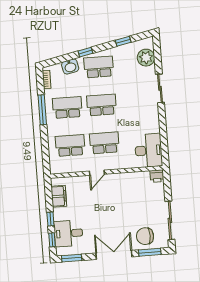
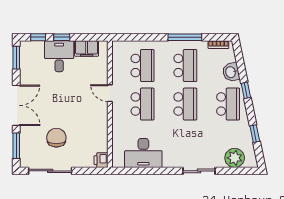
desk: (149, 150) -> (143, 153), moved
desk: (68, 233) -> (59, 56), moved
chair: (145, 236) -> (56, 138), moved

